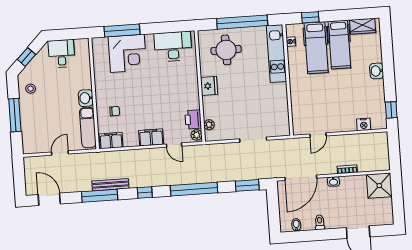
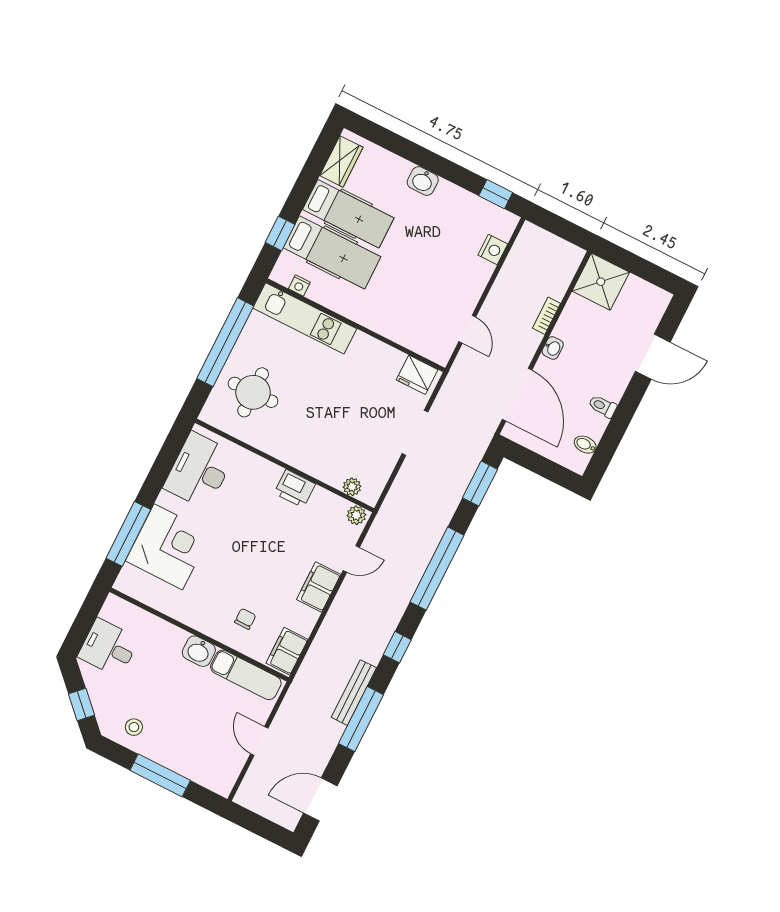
fridge: (209, 86) -> (417, 375), moved, turned 180
printer: (193, 119) -> (295, 489), moved

